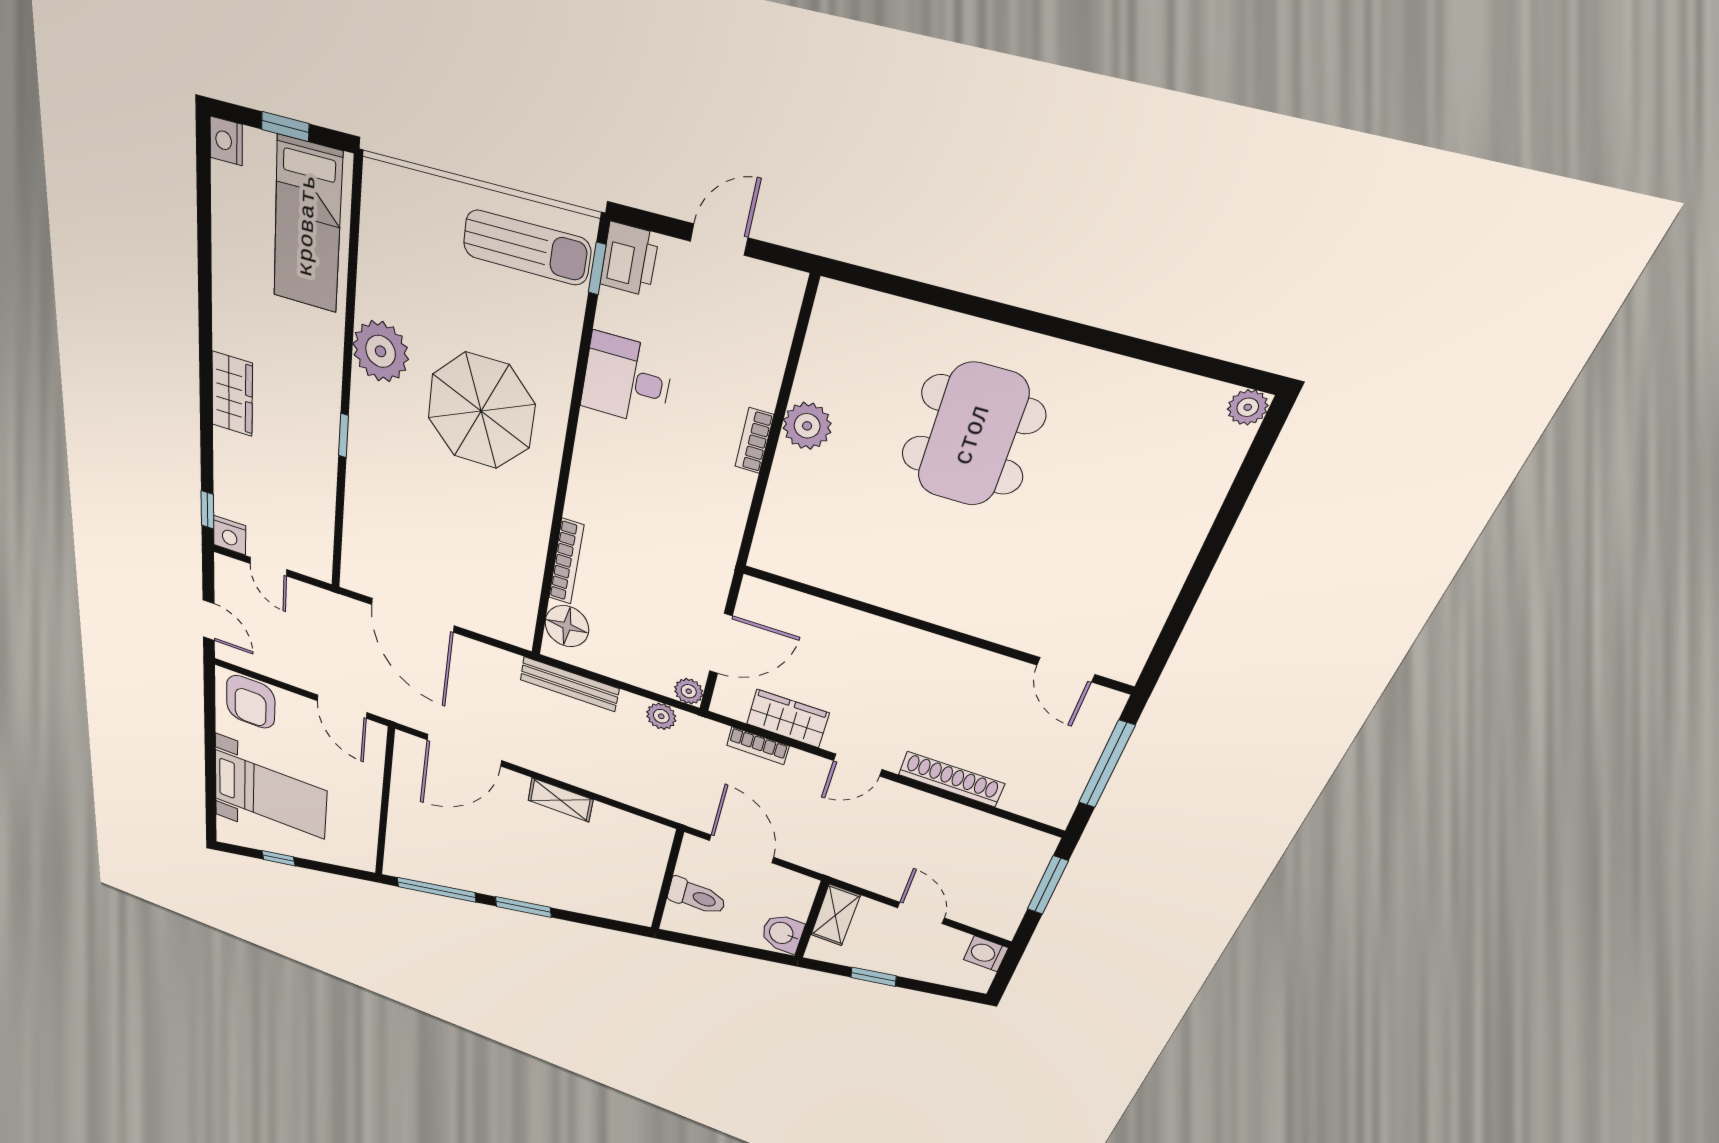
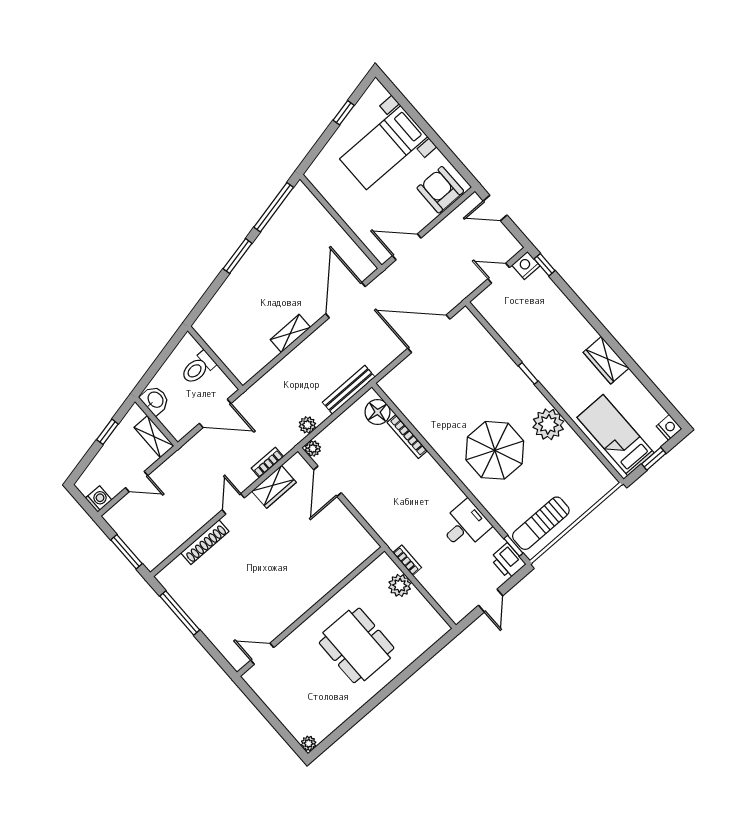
wardrobe: (232, 394) -> (606, 360), moved
wall: (933, 628) -> (311, 612), moved
door: (1066, 670) -> (262, 654), moved

